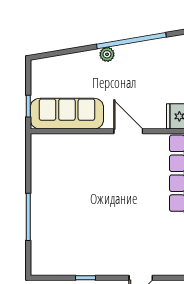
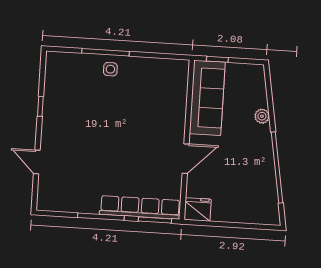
plant: (107, 54) -> (262, 116), moved
side table: (45, 211) -> (110, 69), added

